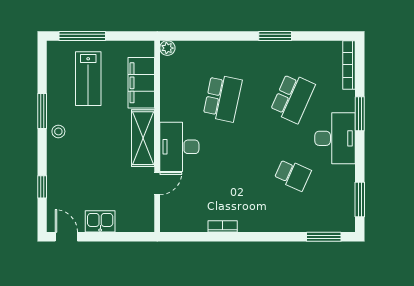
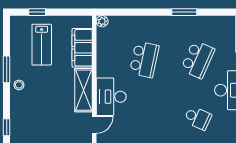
window: (82, 36) -> (37, 12), width x0.46

